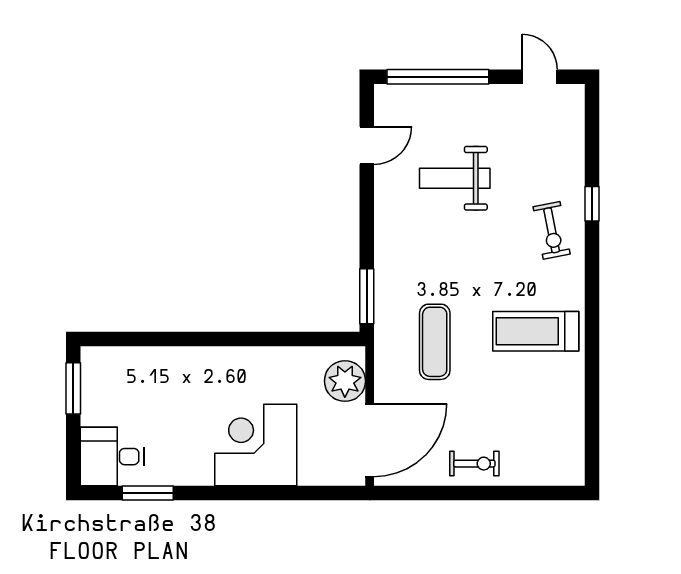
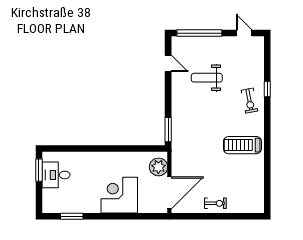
door: (367, 145) -> (168, 63), hinge flipped
exercise mat: (435, 342) -> (198, 150), removed
desk: (112, 457) -> (56, 175), moved

